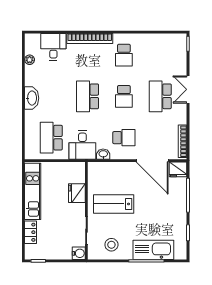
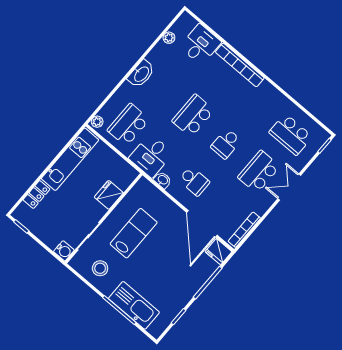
school desk: (124, 55) -> (291, 134), moved, width x1.85
plant: (29, 153) -> (97, 122), added
lab bench: (114, 204) -> (134, 233), turned 90

